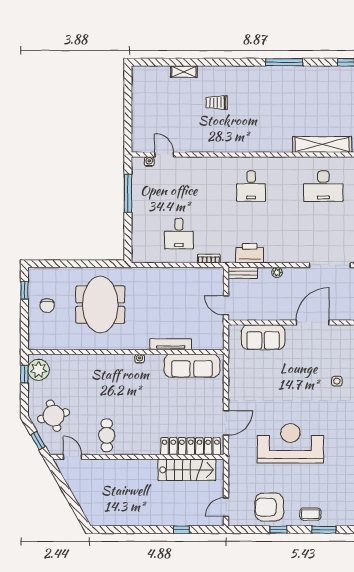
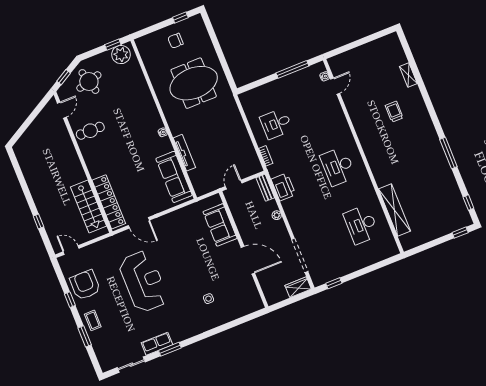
desk: (251, 186) -> (338, 166), width x1.37

